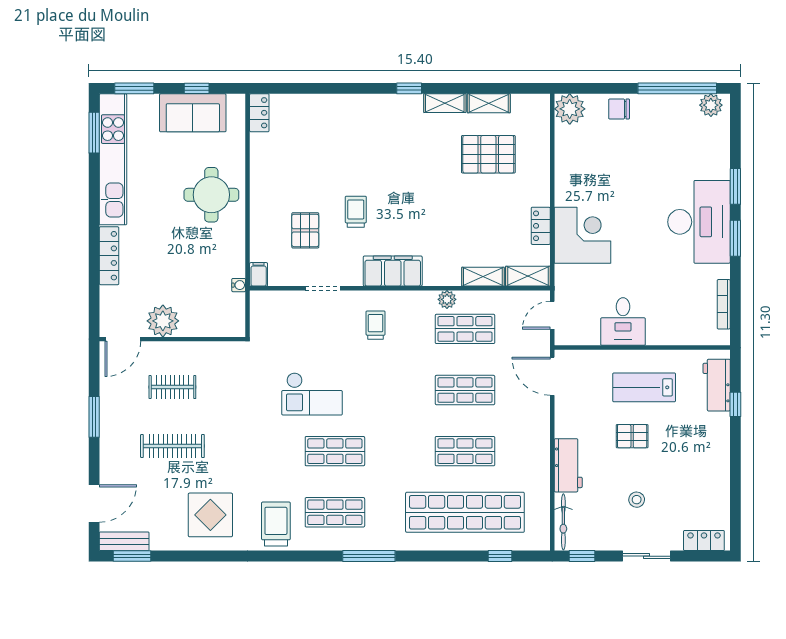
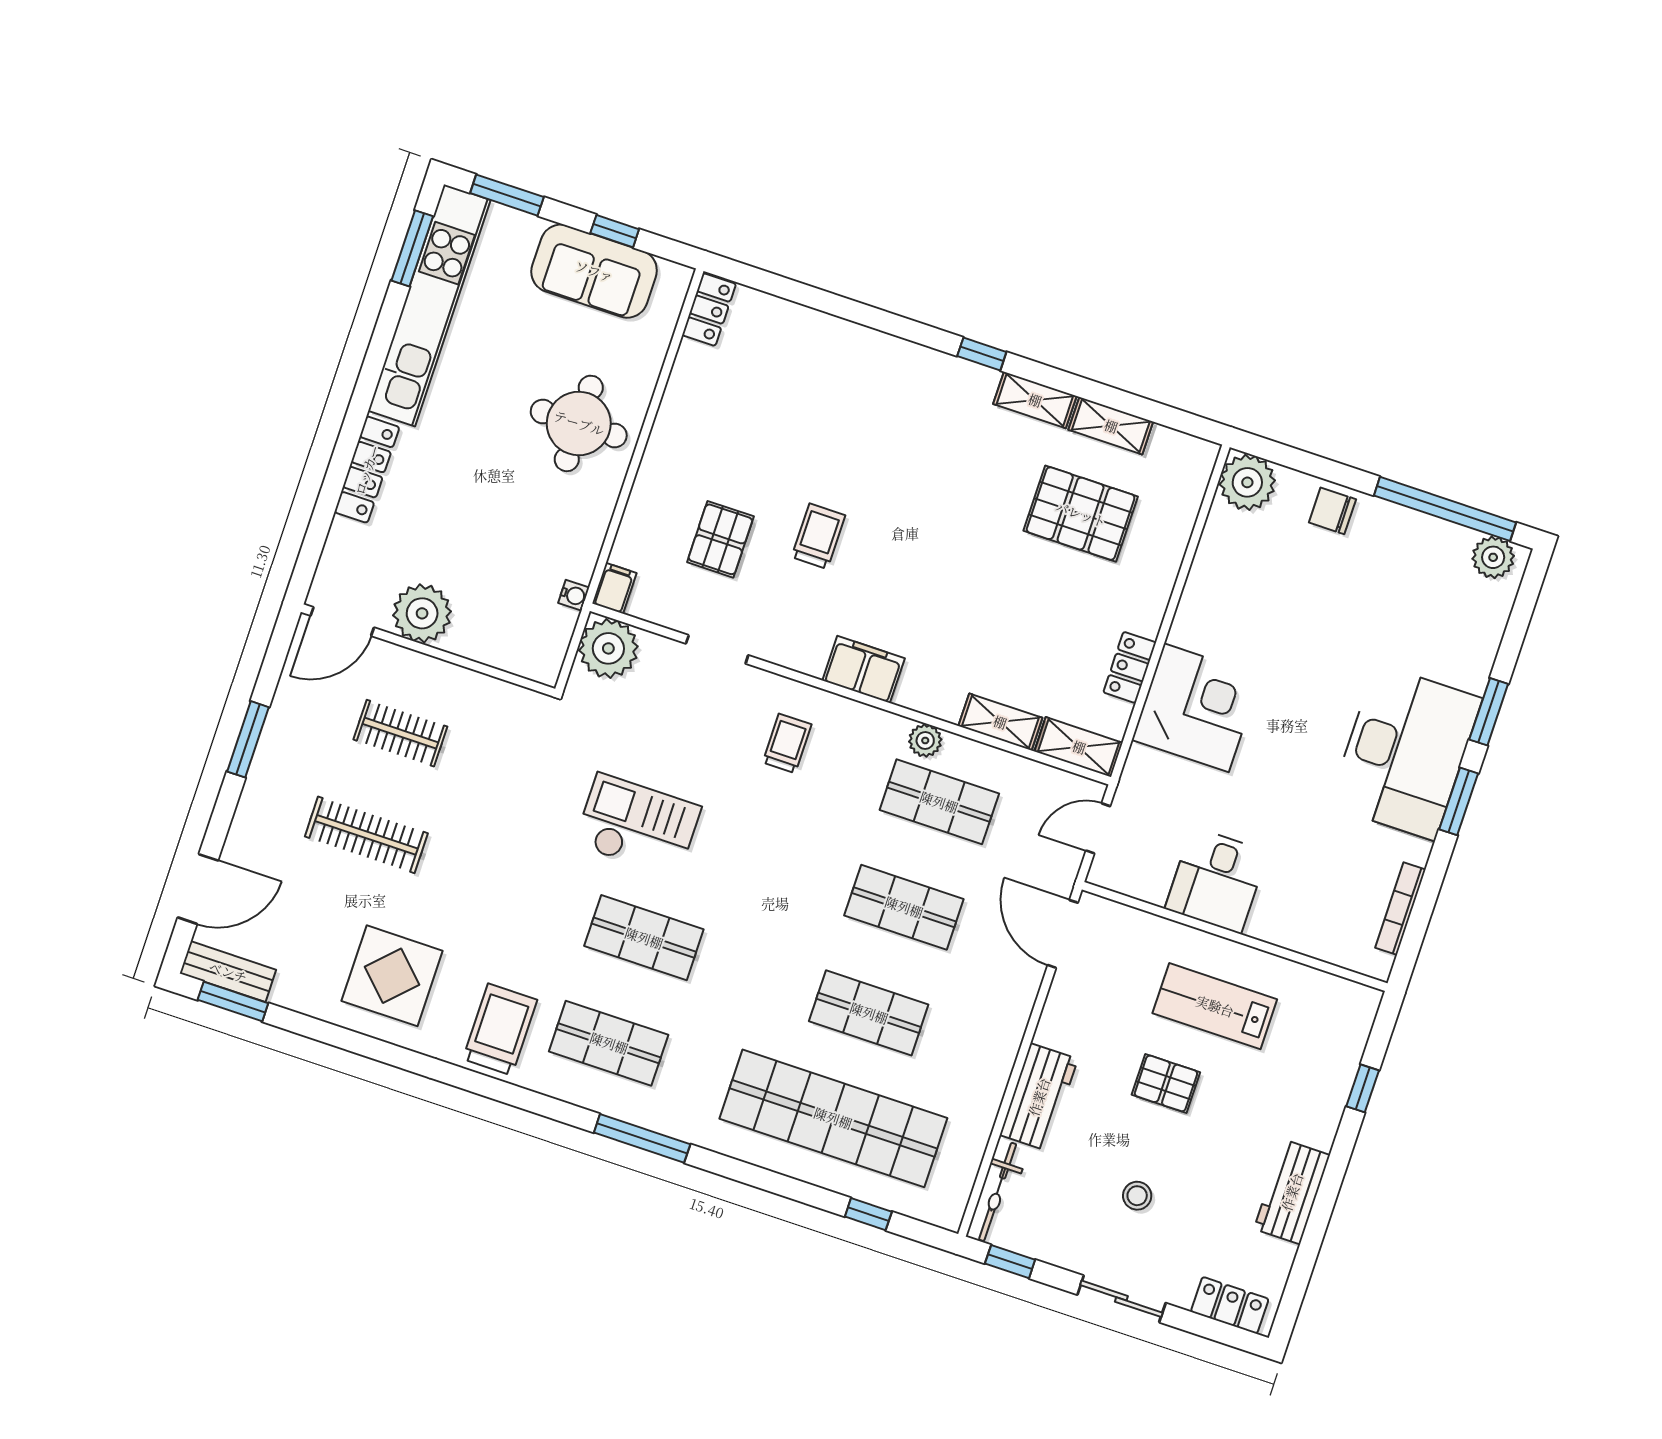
filing cabinet: (393, 271) -> (864, 669), width x0.67, depth x0.86
plant: (266, 307) -> (608, 648), added
workbench: (717, 385) -> (1292, 1192), moved
checkout: (312, 394) -> (638, 825), turned 180

